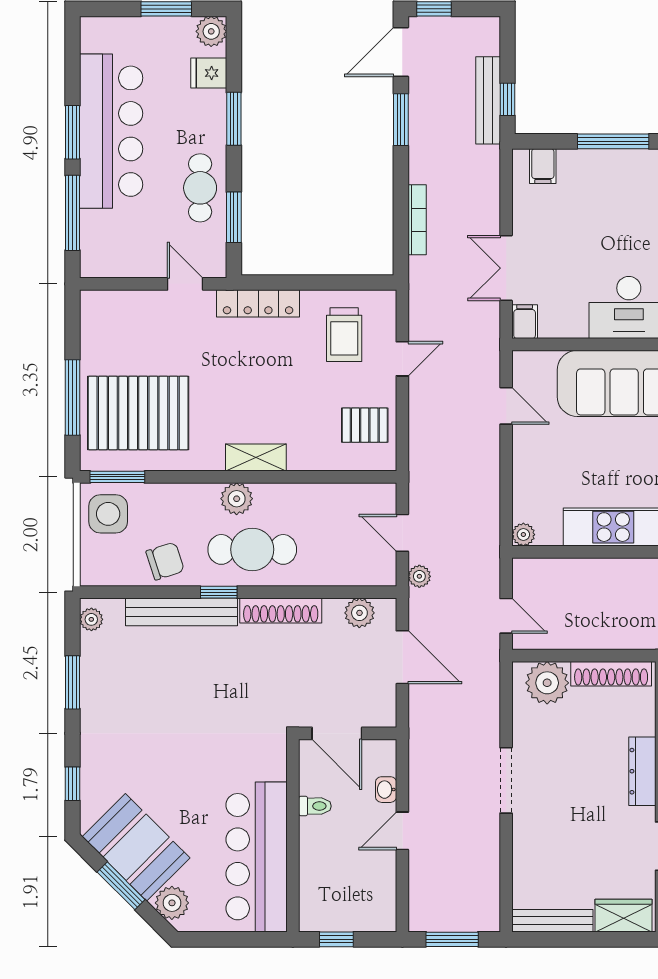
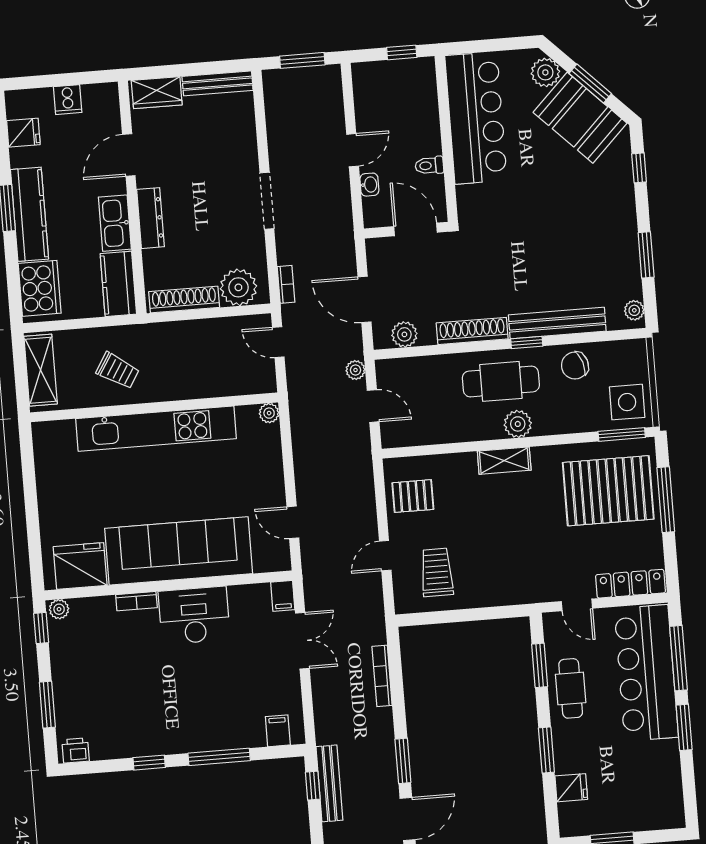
plant: (211, 31) -> (572, 824), removed
bar counter: (111, 131) -> (646, 673), moved
locker: (258, 303) -> (631, 584), moved
bookcase: (492, 682) -> (286, 284), added

